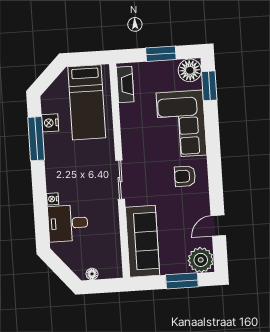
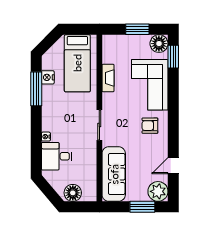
fireplace: (125, 85) -> (108, 78), moved
floor lamp: (92, 274) -> (73, 193), width x1.89, depth x1.89

